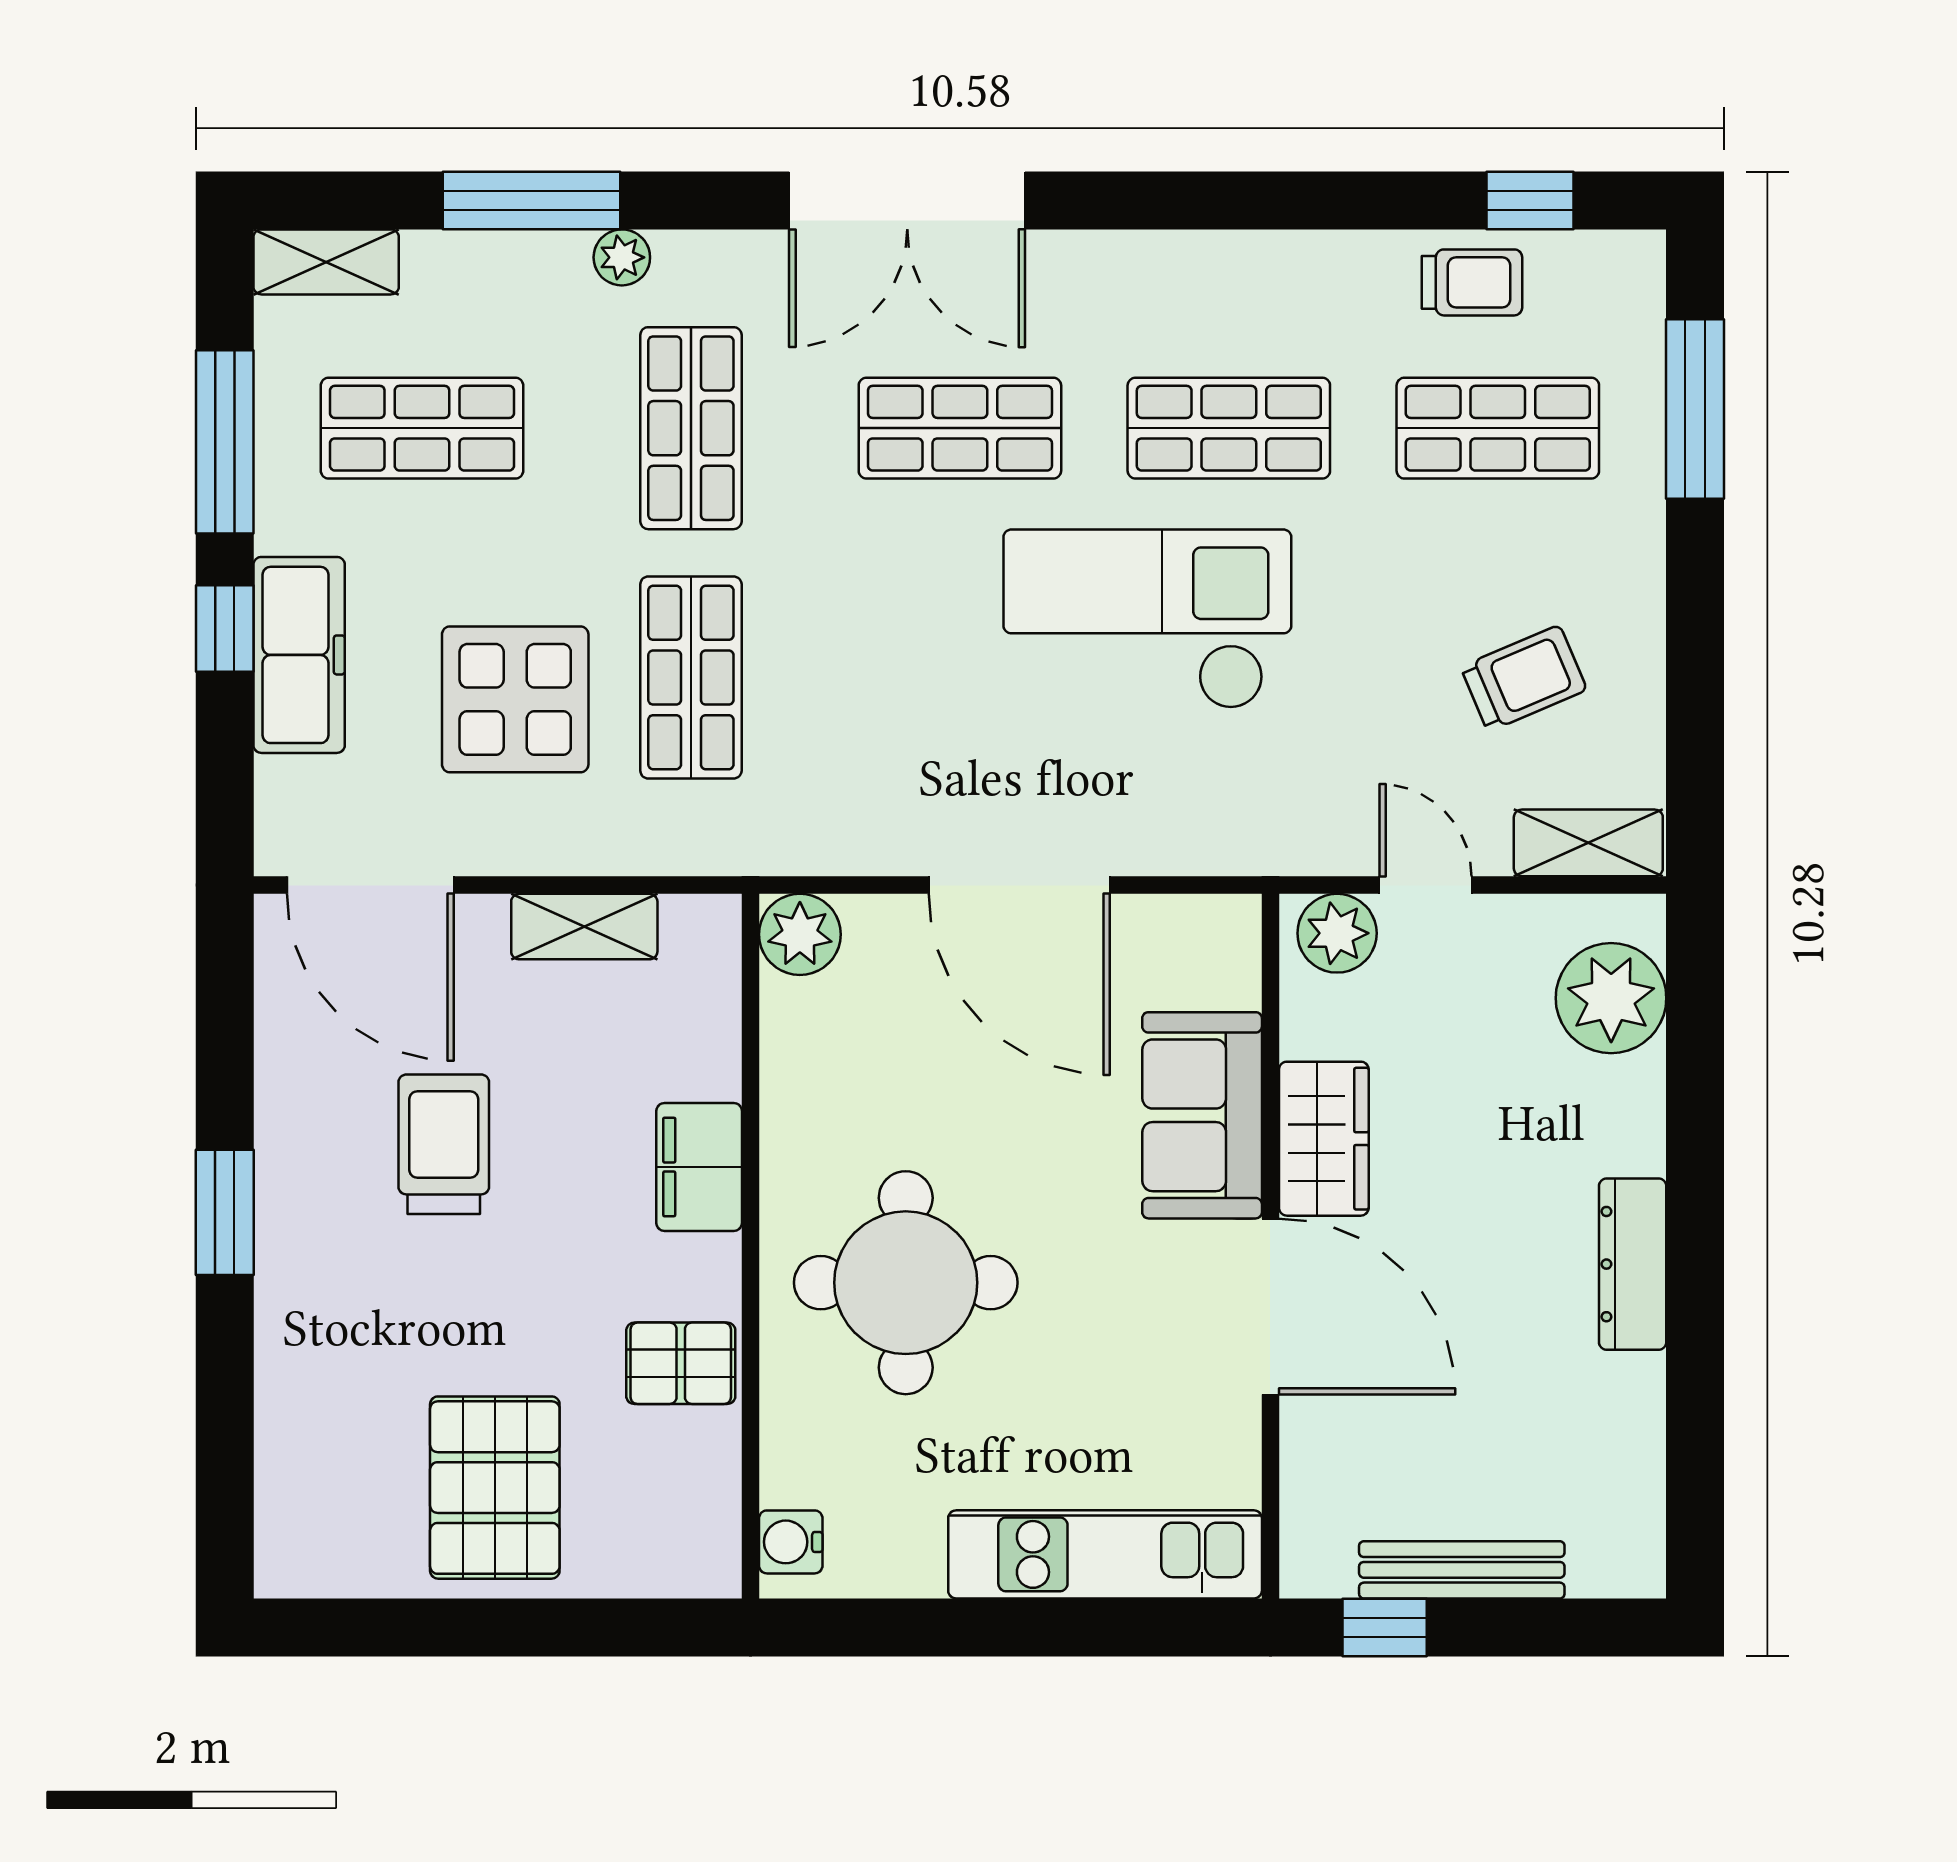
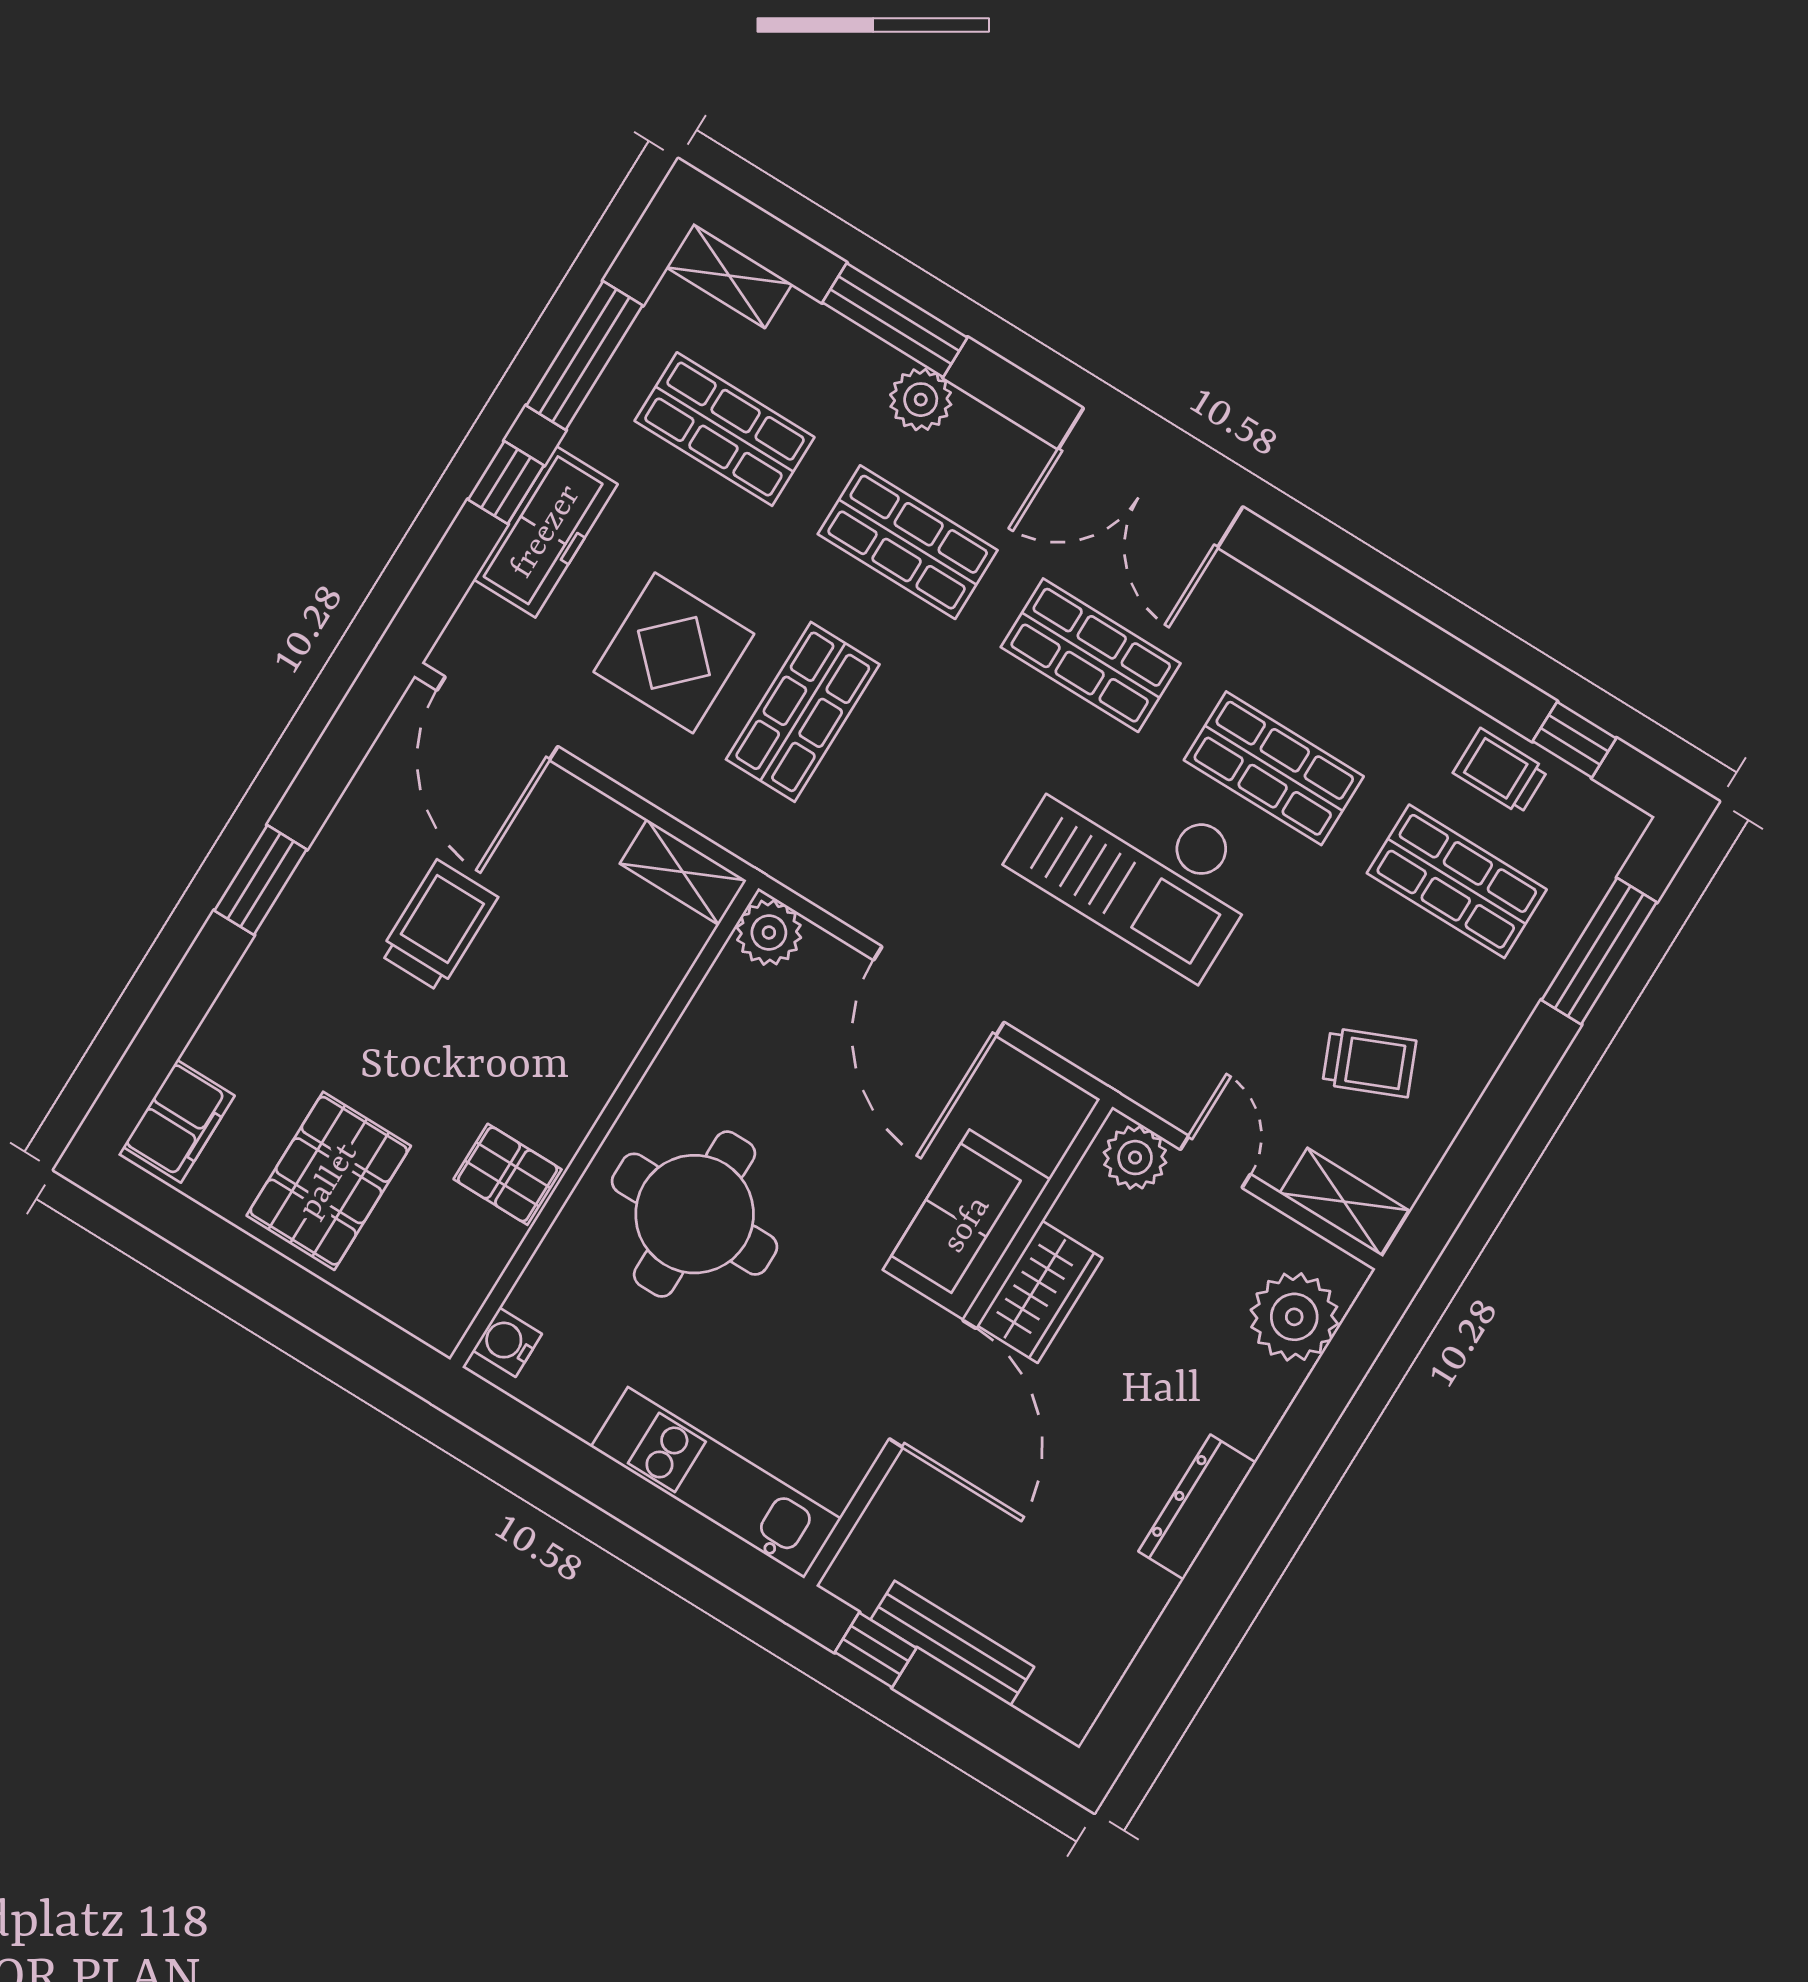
plant: (622, 257) -> (921, 400), width x1.38, depth x1.38
trolley: (1472, 282) -> (1501, 771), turned 180
shop shelf: (691, 428) -> (908, 542), turned 90
checkout: (1147, 619) -> (1138, 864), turned 180
shelving: (584, 927) -> (683, 872), moved
filing cabinet: (699, 1167) -> (179, 1121), moved, turned 180

